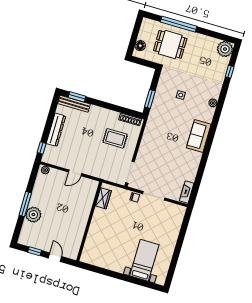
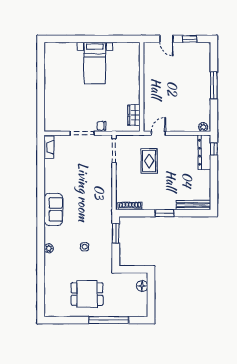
dining table: (170, 44) -> (87, 294), moved
plant: (225, 49) -> (53, 308), removed
window: (230, 72) -> (41, 286), removed
window: (77, 97) -> (165, 213), moved
dresser: (56, 130) -> (204, 152), moved
rug: (115, 138) -> (149, 161), moved, turned 90
door: (75, 173) -> (158, 133), moved
plant: (33, 215) -> (202, 77), removed
bed with nightstands: (144, 260) -> (95, 63), moved

